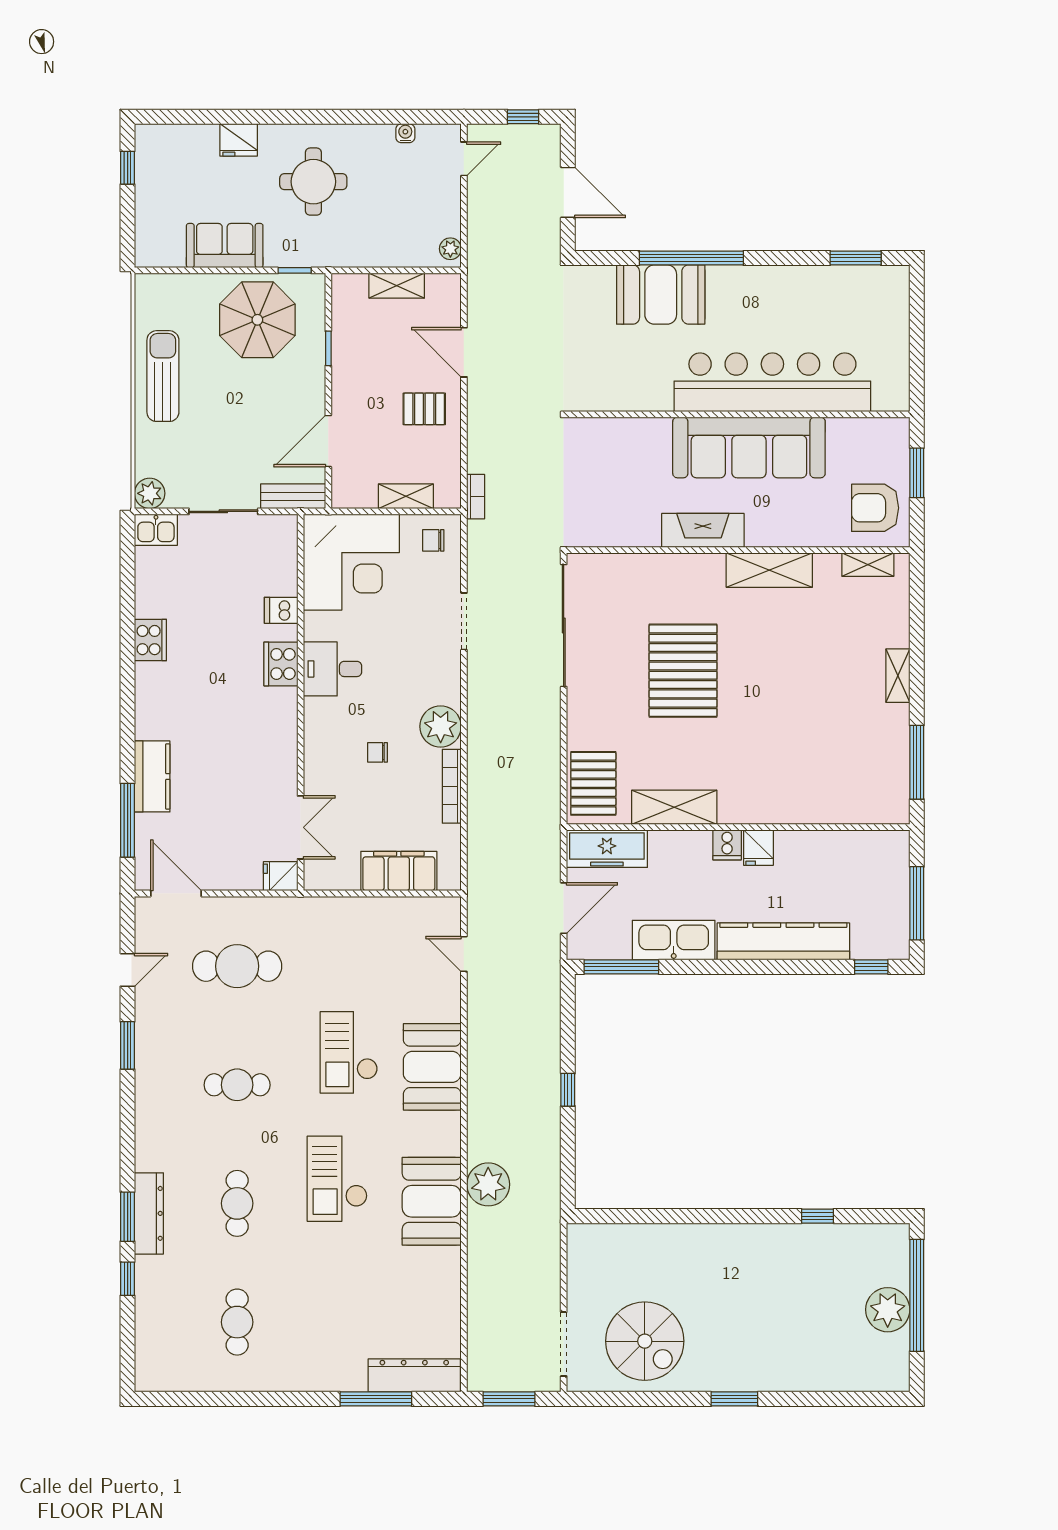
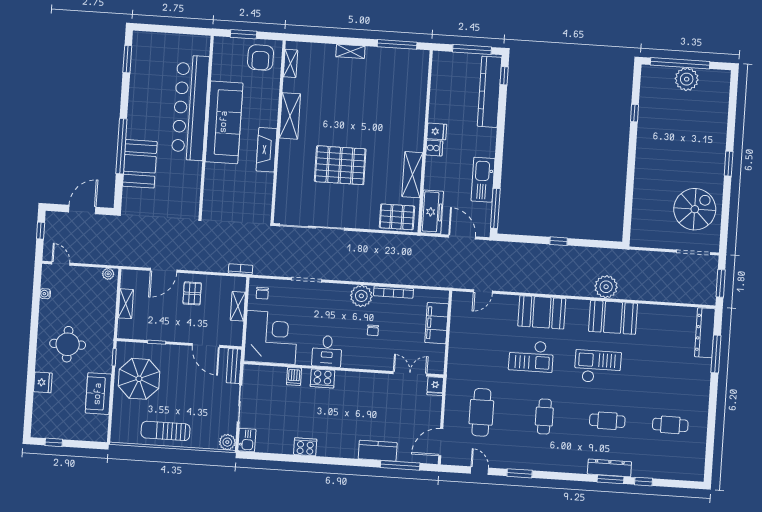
kitchen counter: (783, 941) -> (489, 92), moved
checkout: (337, 1179) -> (598, 367), turned 180

